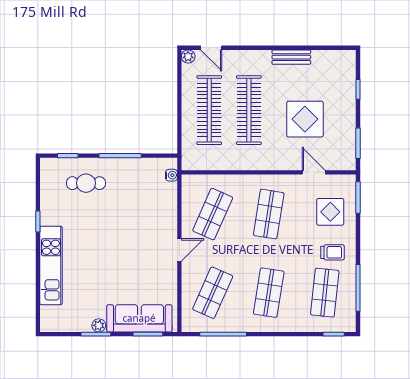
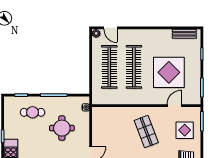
bench: (291, 57) -> (184, 34), moved
display table: (305, 119) -> (169, 72), width x1.36, depth x1.36
door: (314, 172) -> (174, 106), hinge flipped
round table: (133, 208) -> (62, 128), added
shop shelf: (213, 214) -> (111, 132), removed
shop shelf: (269, 214) -> (146, 132), turned -30

